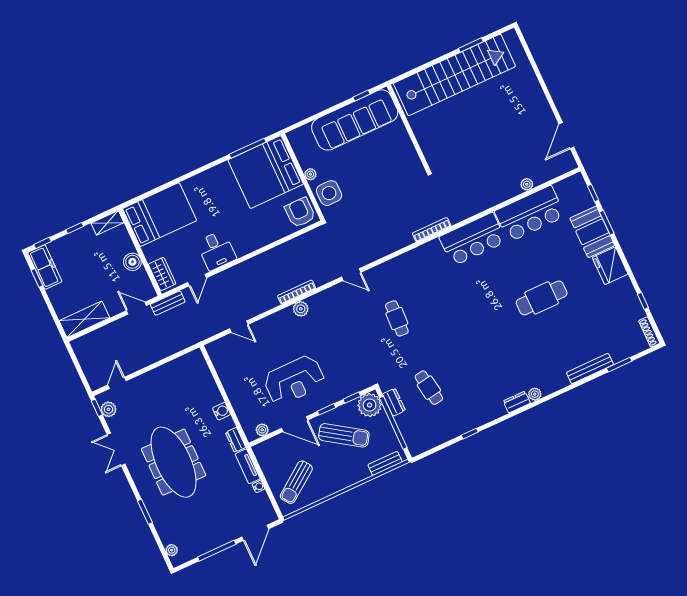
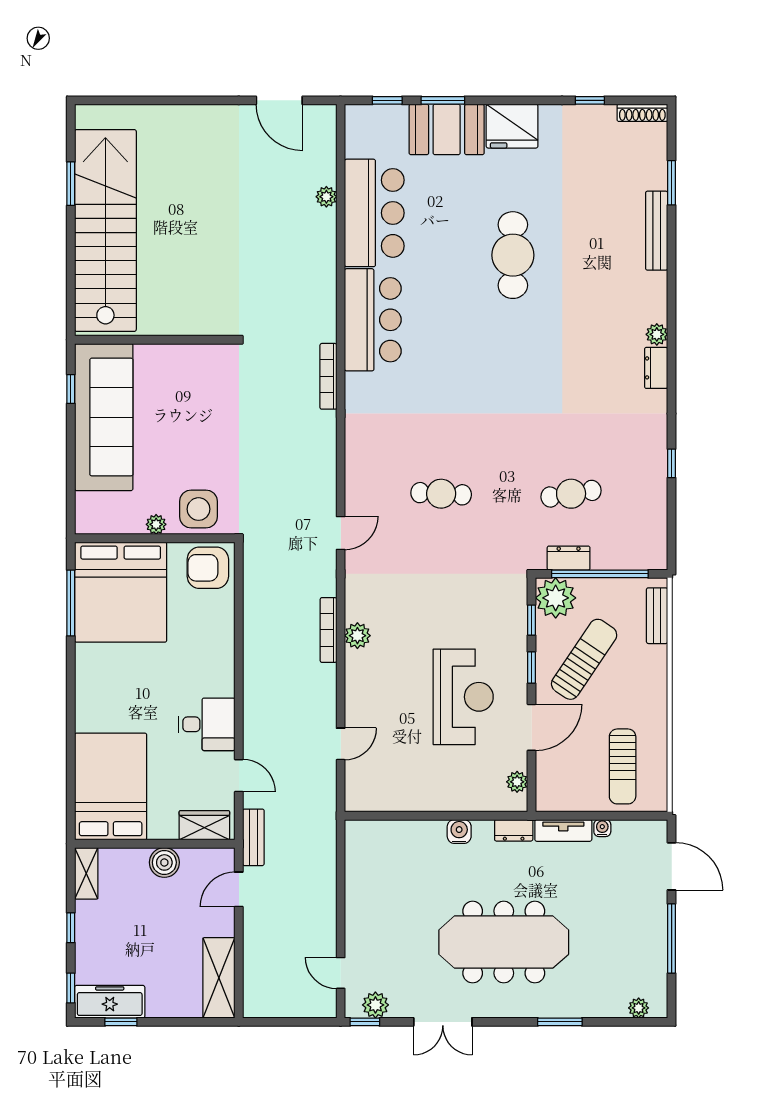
sun lounger: (296, 482) -> (623, 766), turned 36

